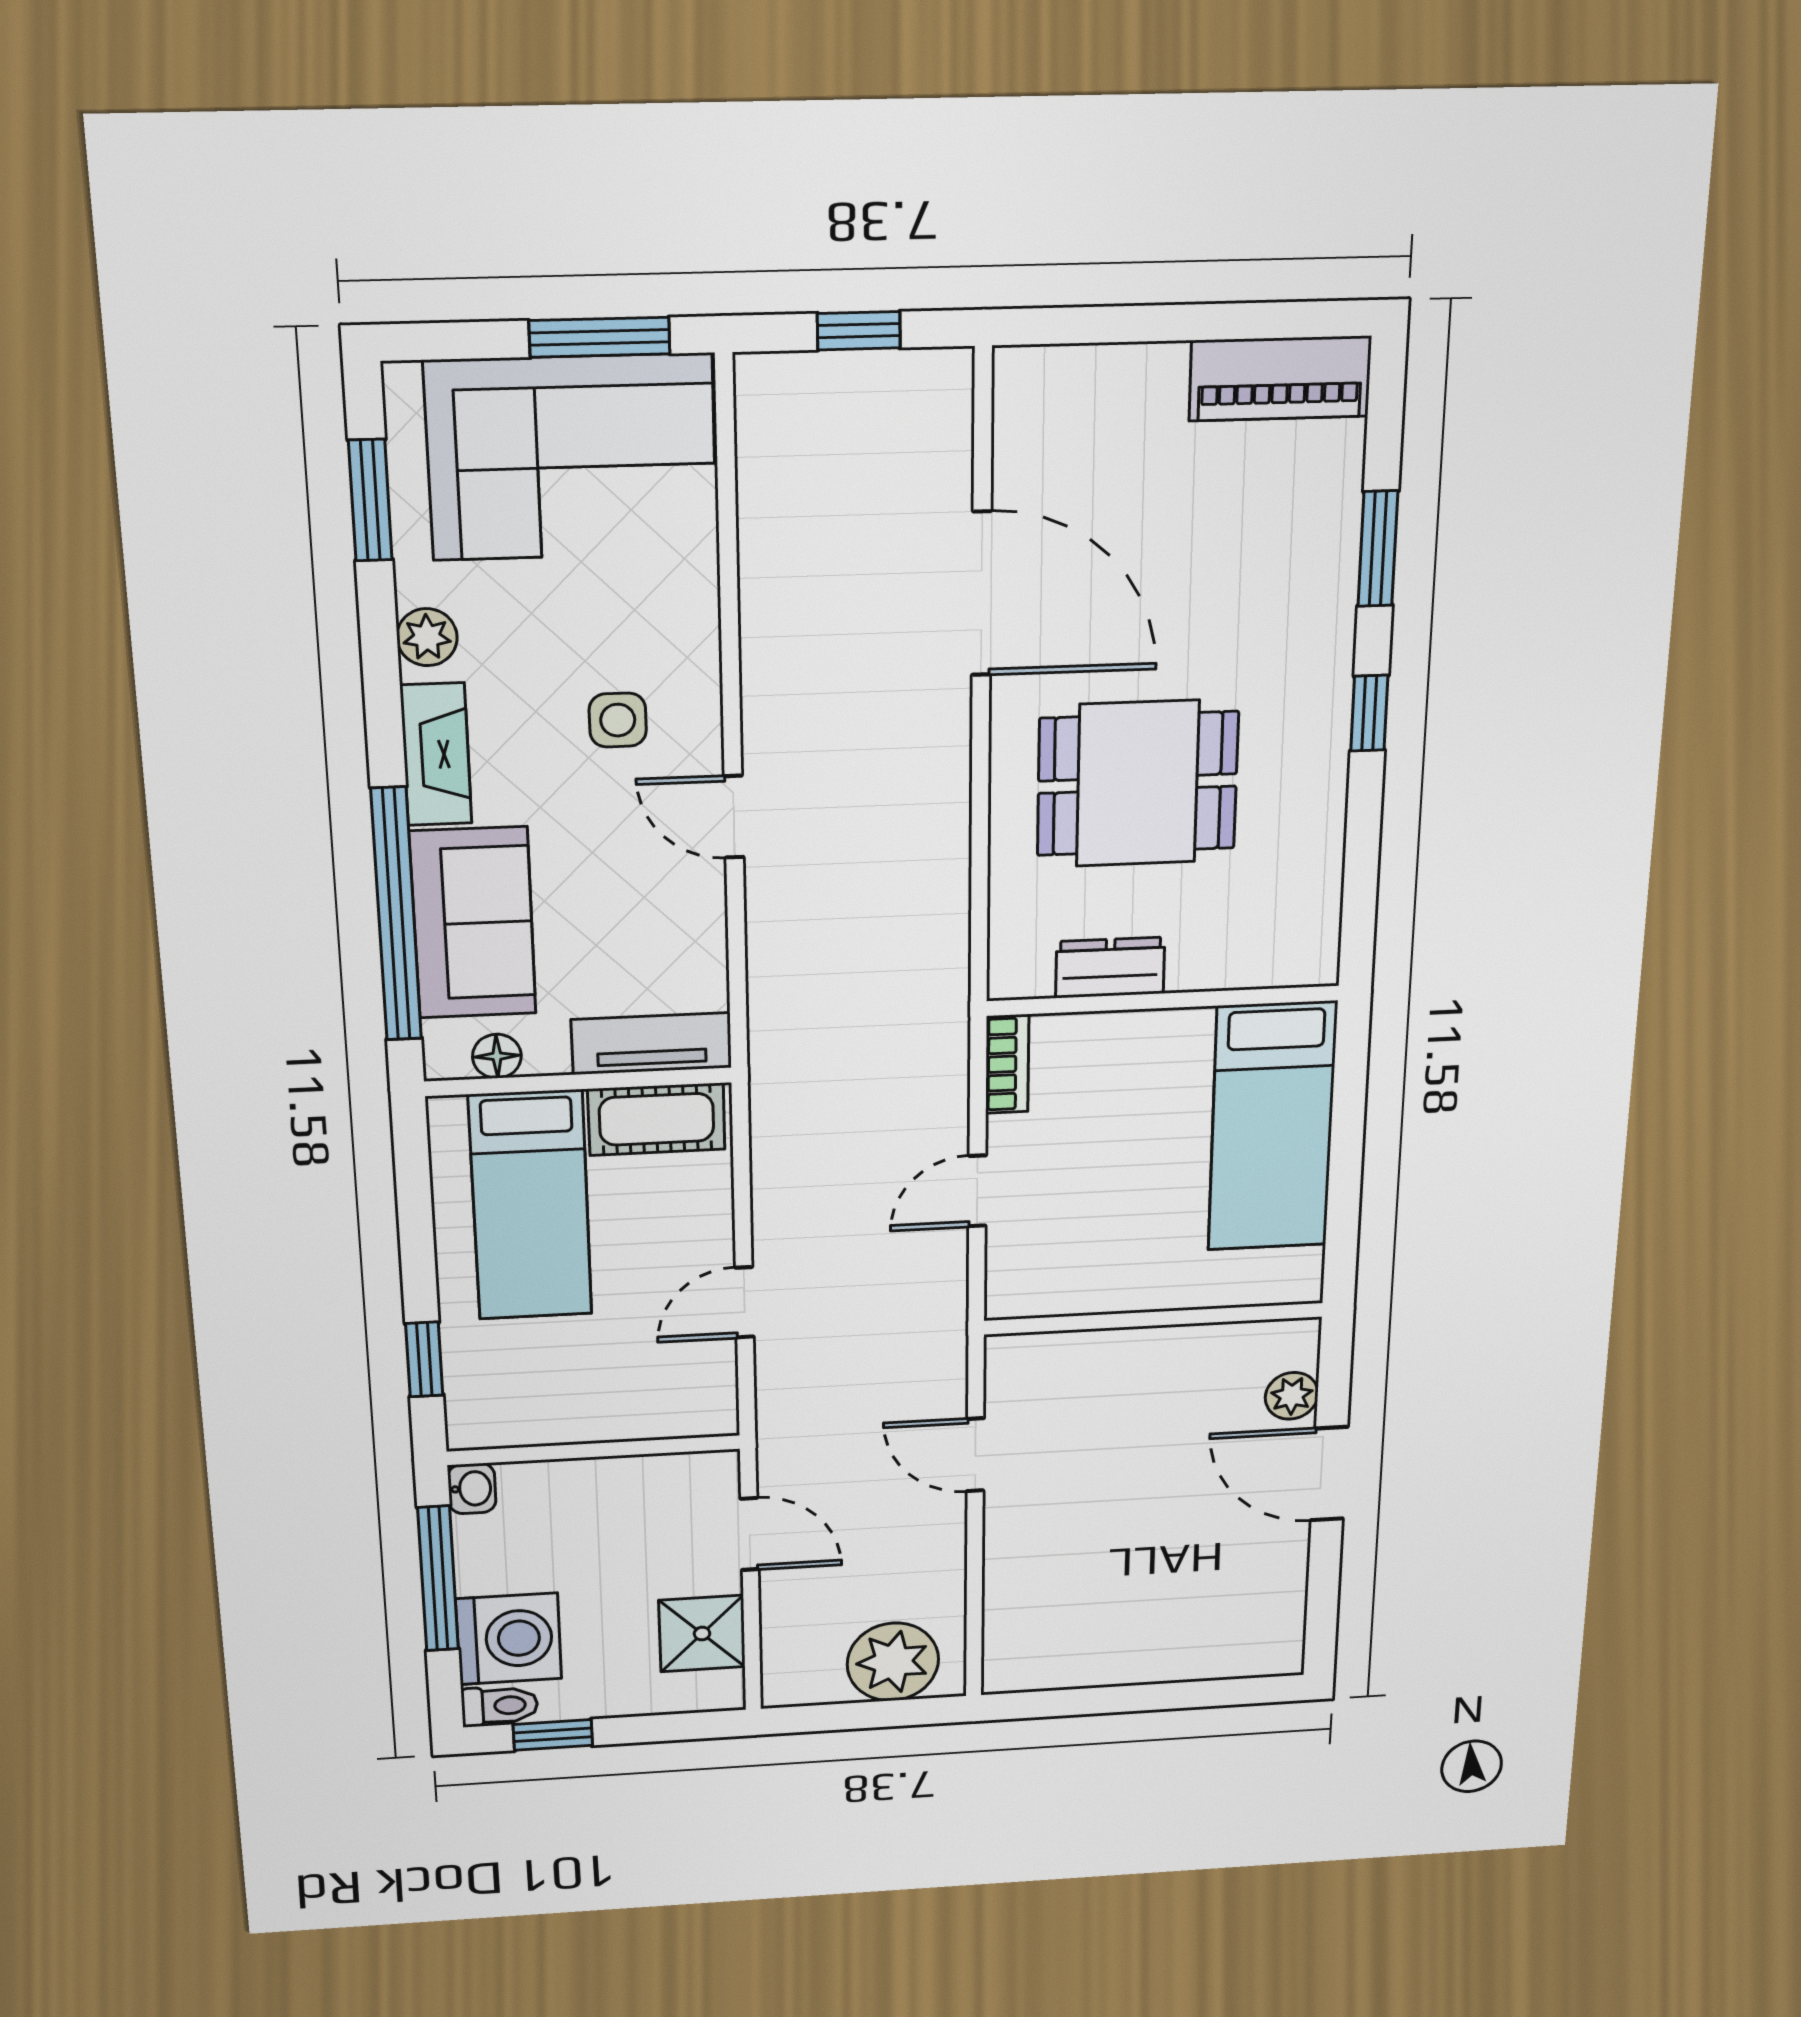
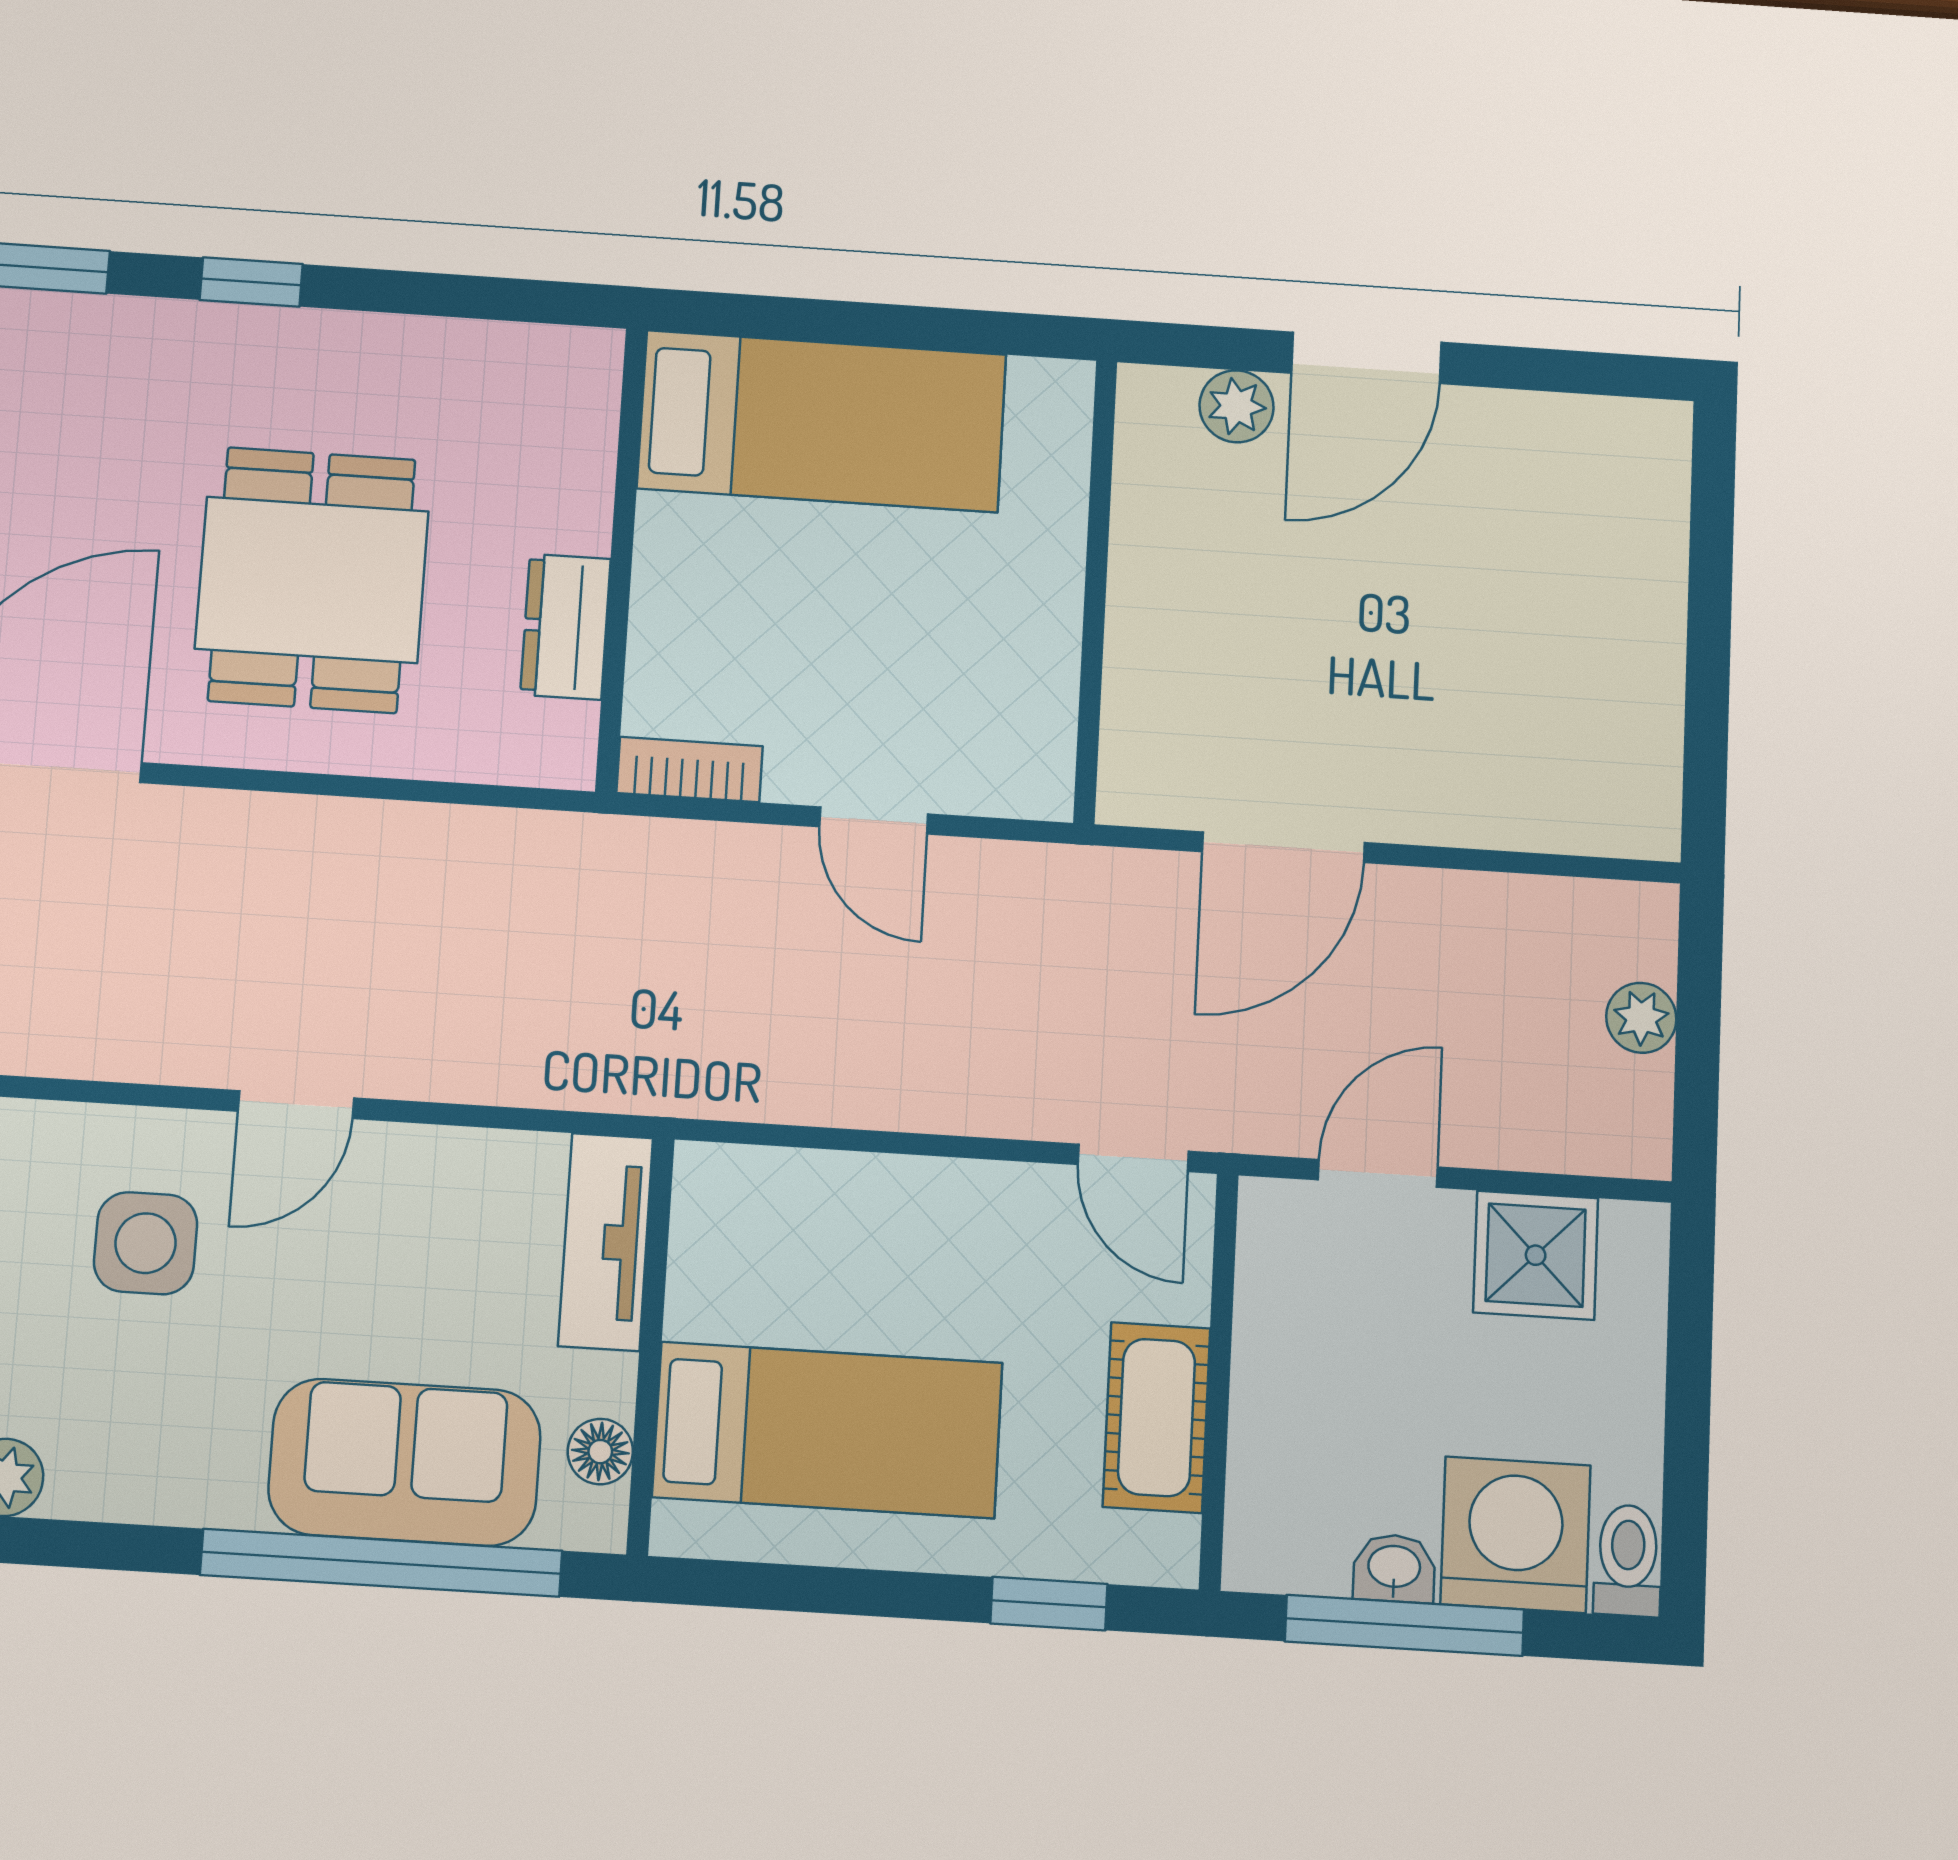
side table: (618, 720) -> (146, 1243), width x1.37, depth x1.37
fireplace: (436, 754) -> (164, 1484), removed
cot: (656, 1119) -> (1157, 1417), moved
door: (744, 1302) -> (1133, 1158), moved
door: (975, 1455) -> (1283, 847), width x1.38
washbasin: (472, 1489) -> (1394, 1568), moved
plant: (893, 1662) -> (1641, 1018), width x0.53, depth x0.53
window: (553, 1735) -> (1686, 1488), removed

